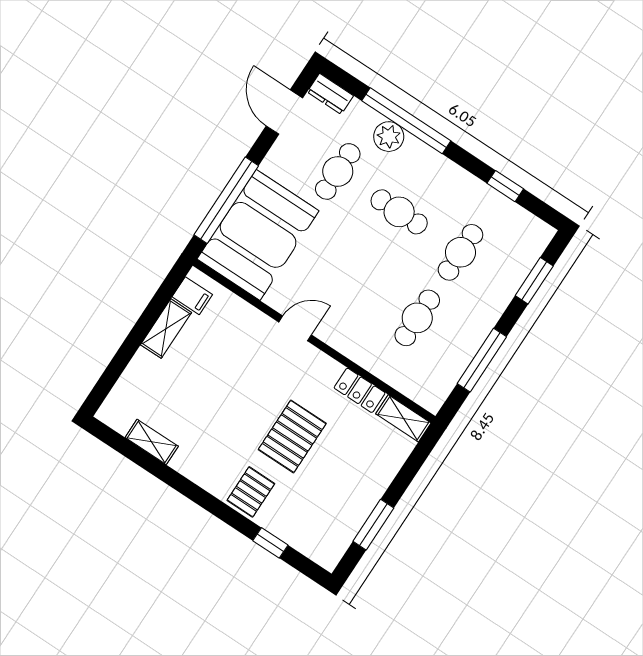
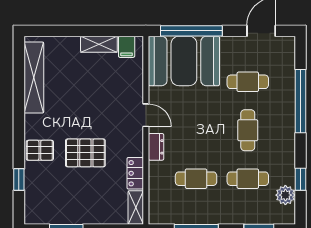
dresser: (330, 94) -> (156, 147), moved, turned 180
plant: (389, 137) -> (285, 195), moved
shelving: (152, 442) -> (34, 78), width x2.20, depth x1.33

